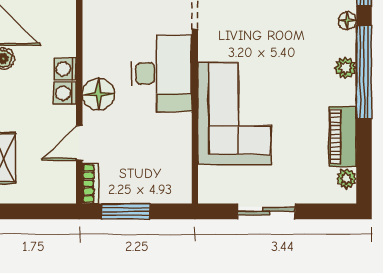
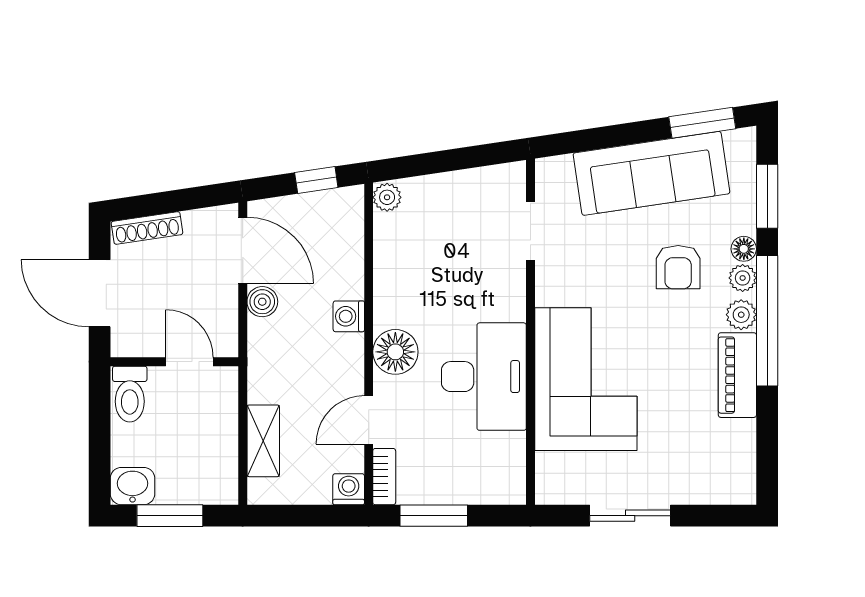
armchair: (300, 34) -> (678, 267), added
desk: (162, 73) -> (484, 377), moved
washing machine: (65, 93) -> (349, 489), moved, turned 90
piano: (343, 137) -> (737, 375), moved
plant: (346, 179) -> (743, 278), moved

